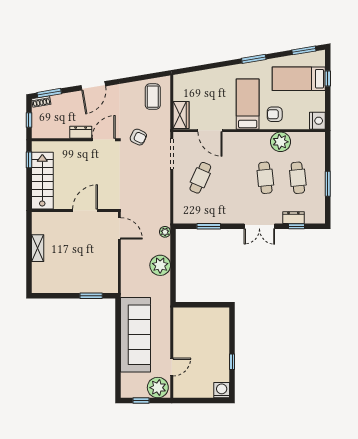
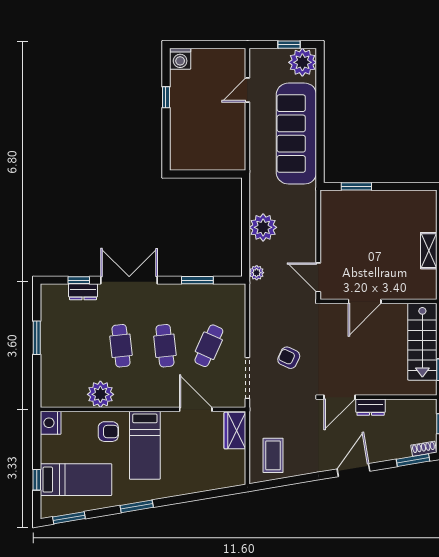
armchair: (138, 137) -> (289, 358), moved
cafe table: (298, 178) -> (165, 346), moved
double door: (259, 226) -> (129, 280), width x1.37
plant: (158, 388) -> (302, 62), moved

